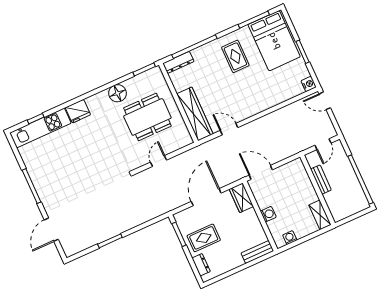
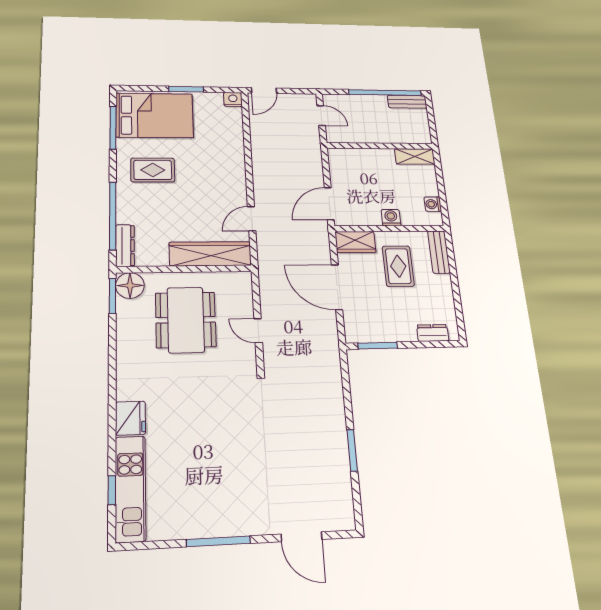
floor lamp: (118, 93) -> (130, 286), moved
bench: (321, 180) -> (407, 102), moved
rug: (204, 238) -> (398, 266), moved

